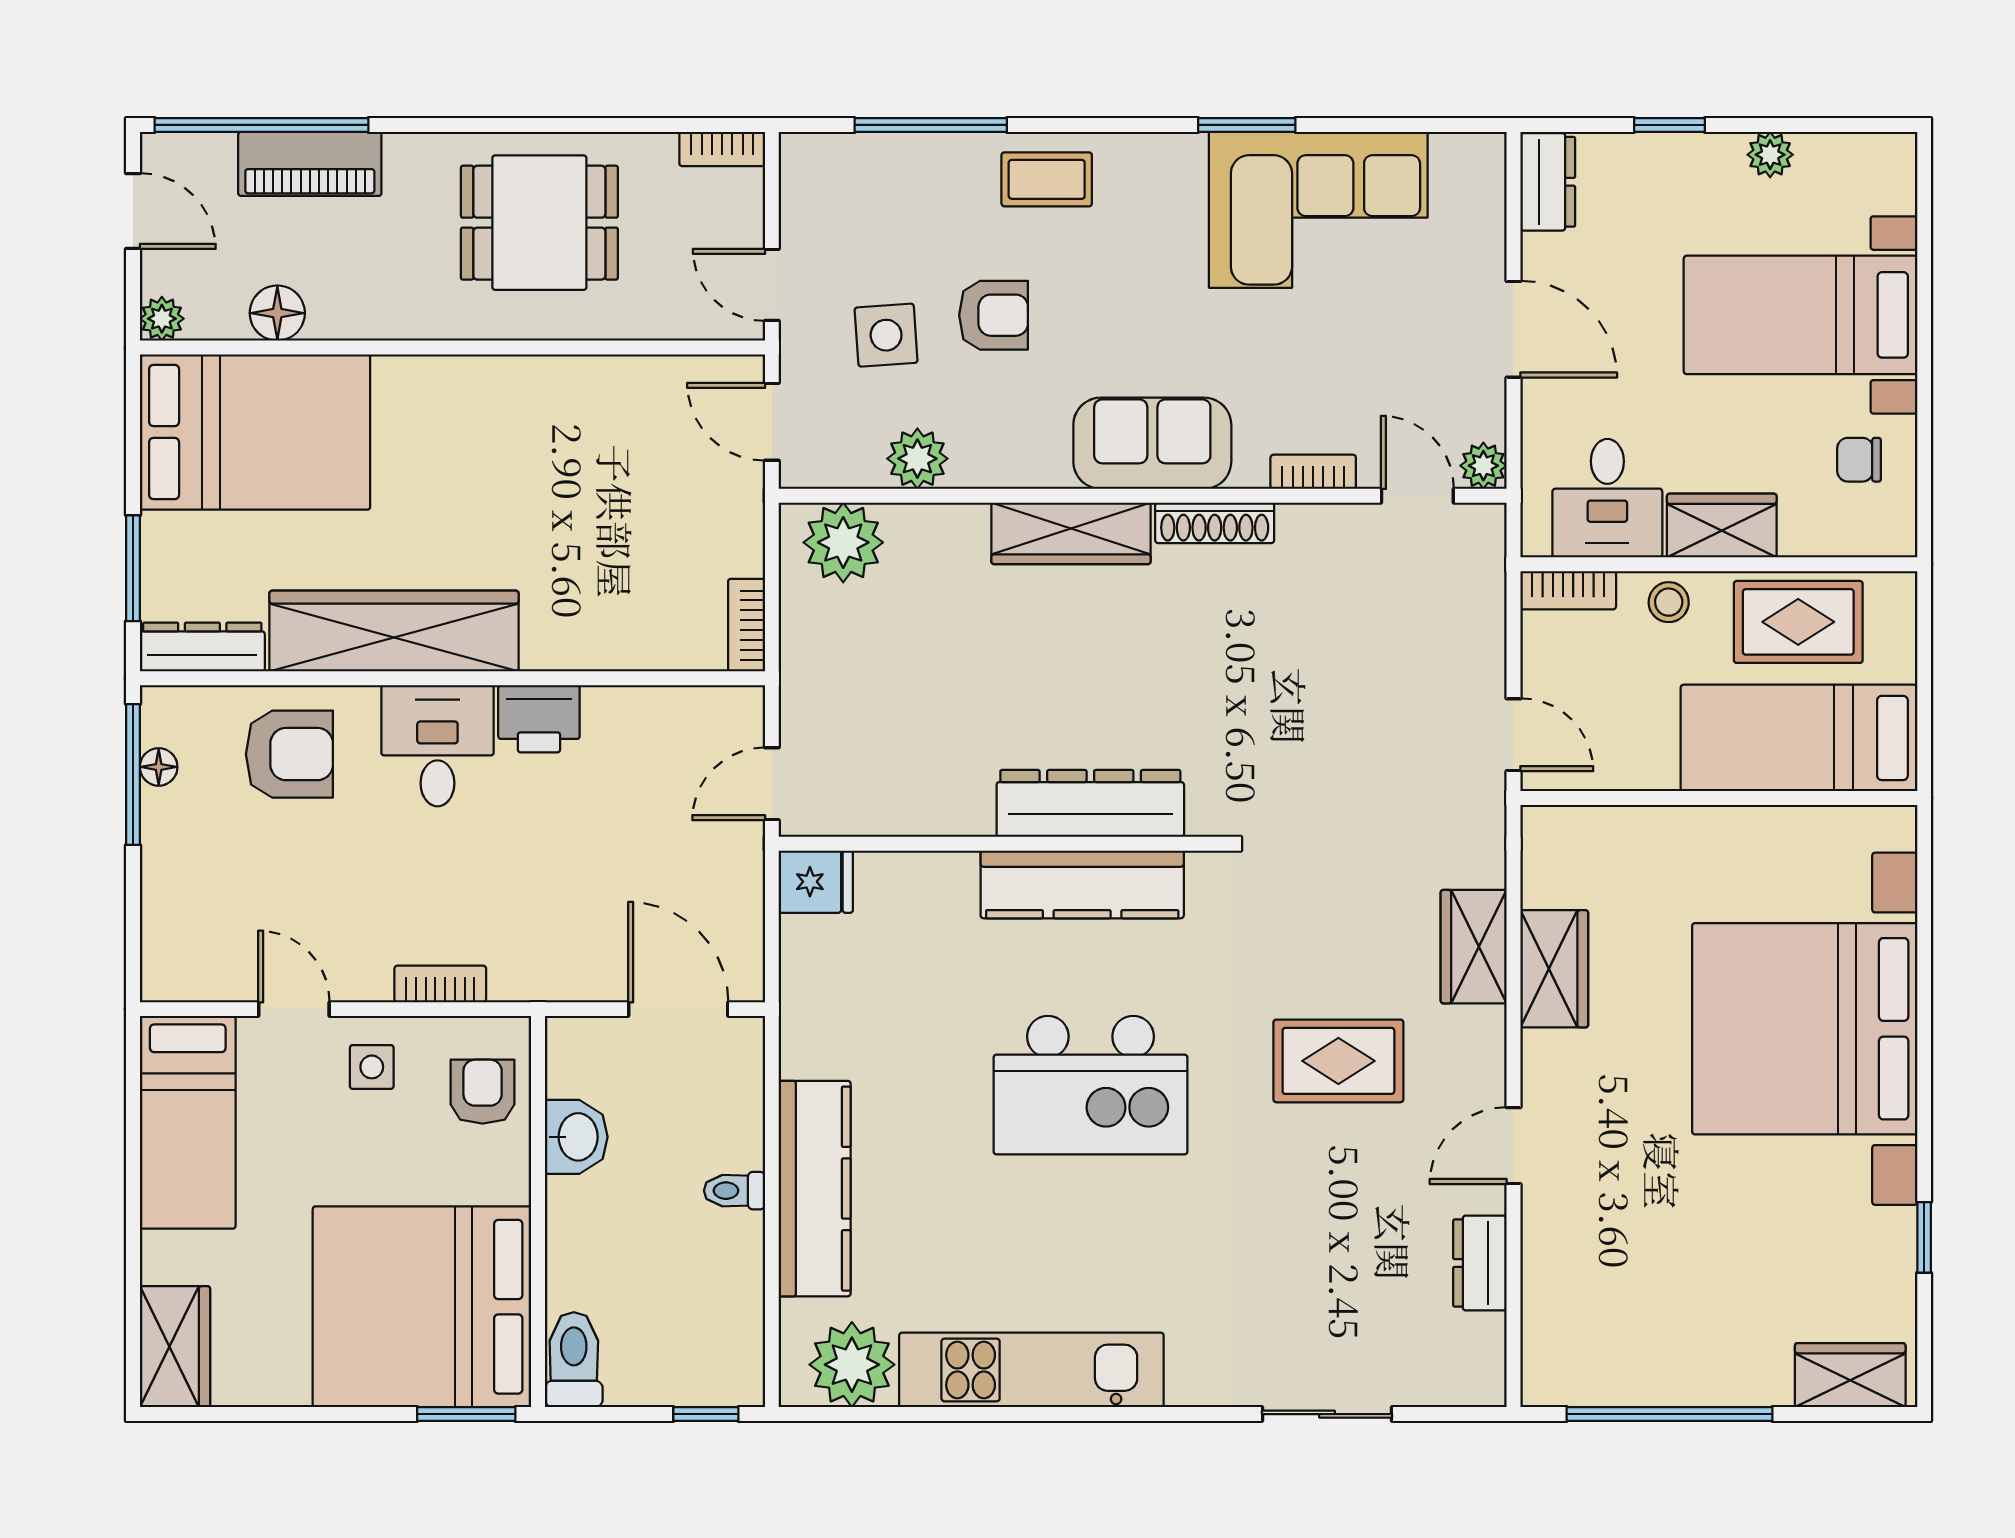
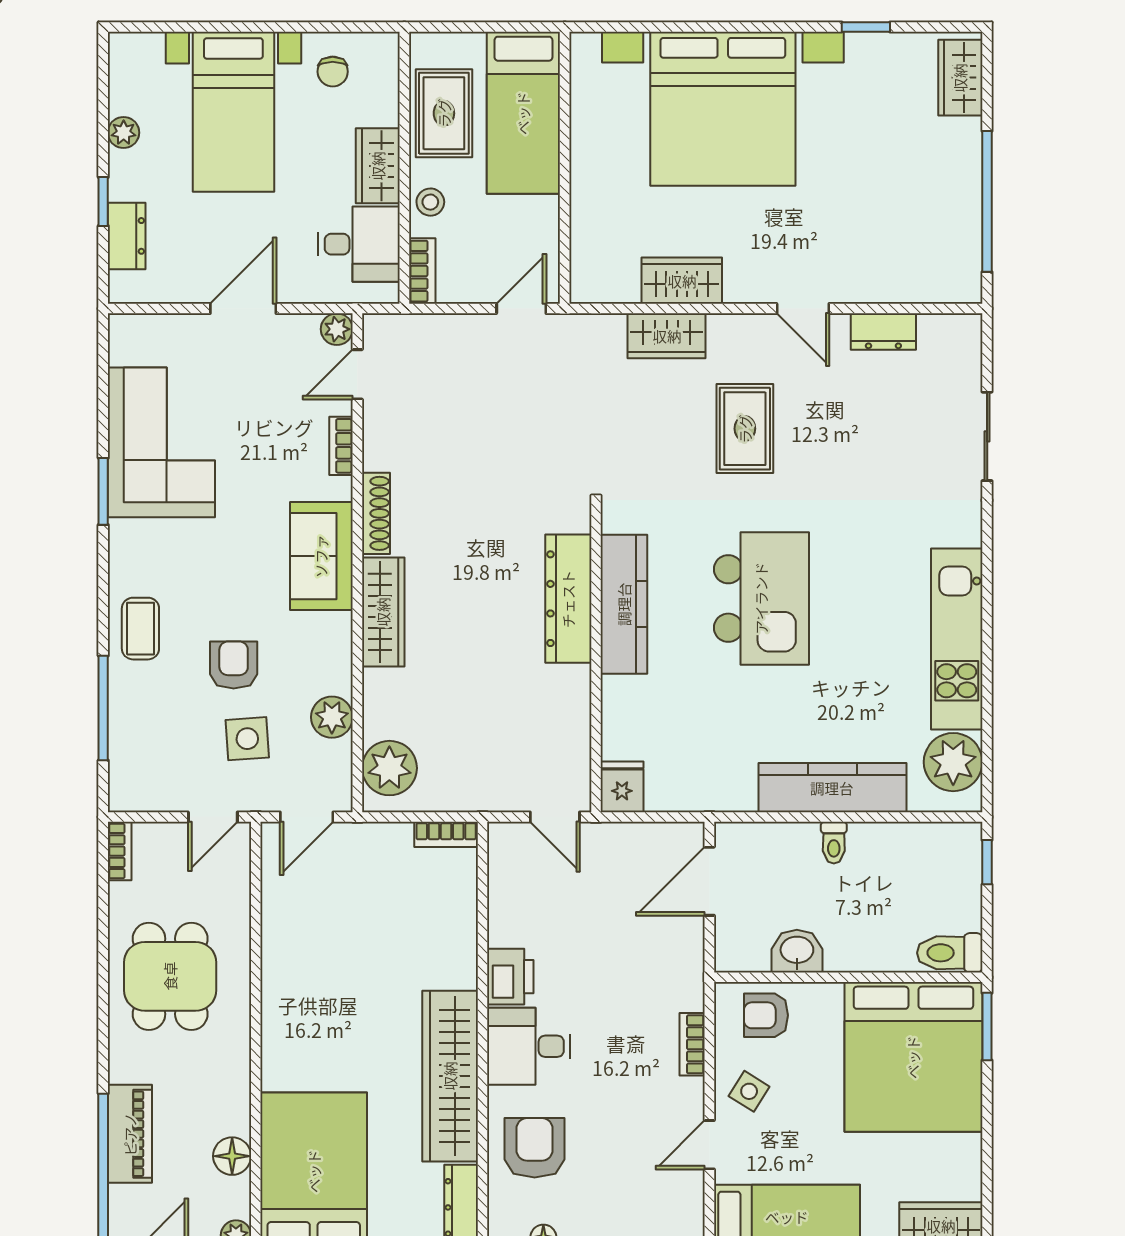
dresser: (1548, 182) -> (127, 236), moved, turned 90
side table: (372, 1067) -> (749, 1091), turned 32

